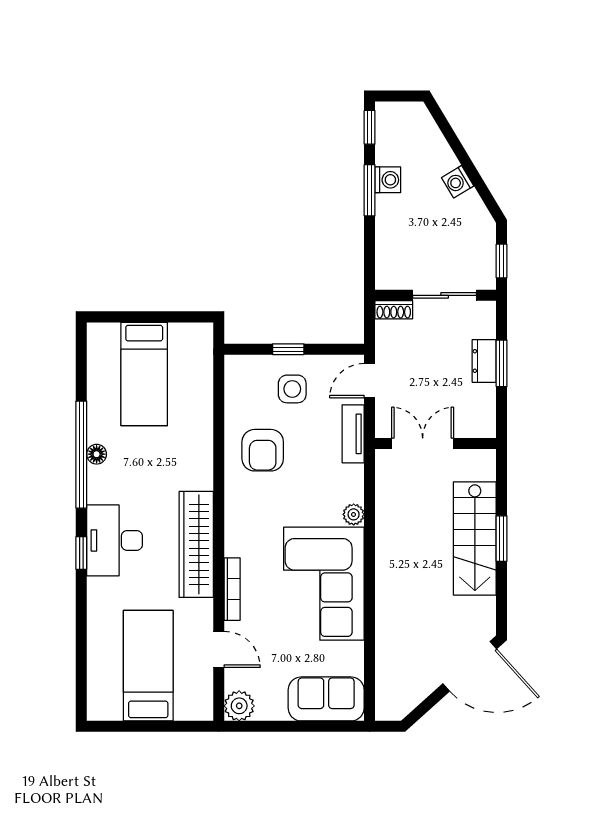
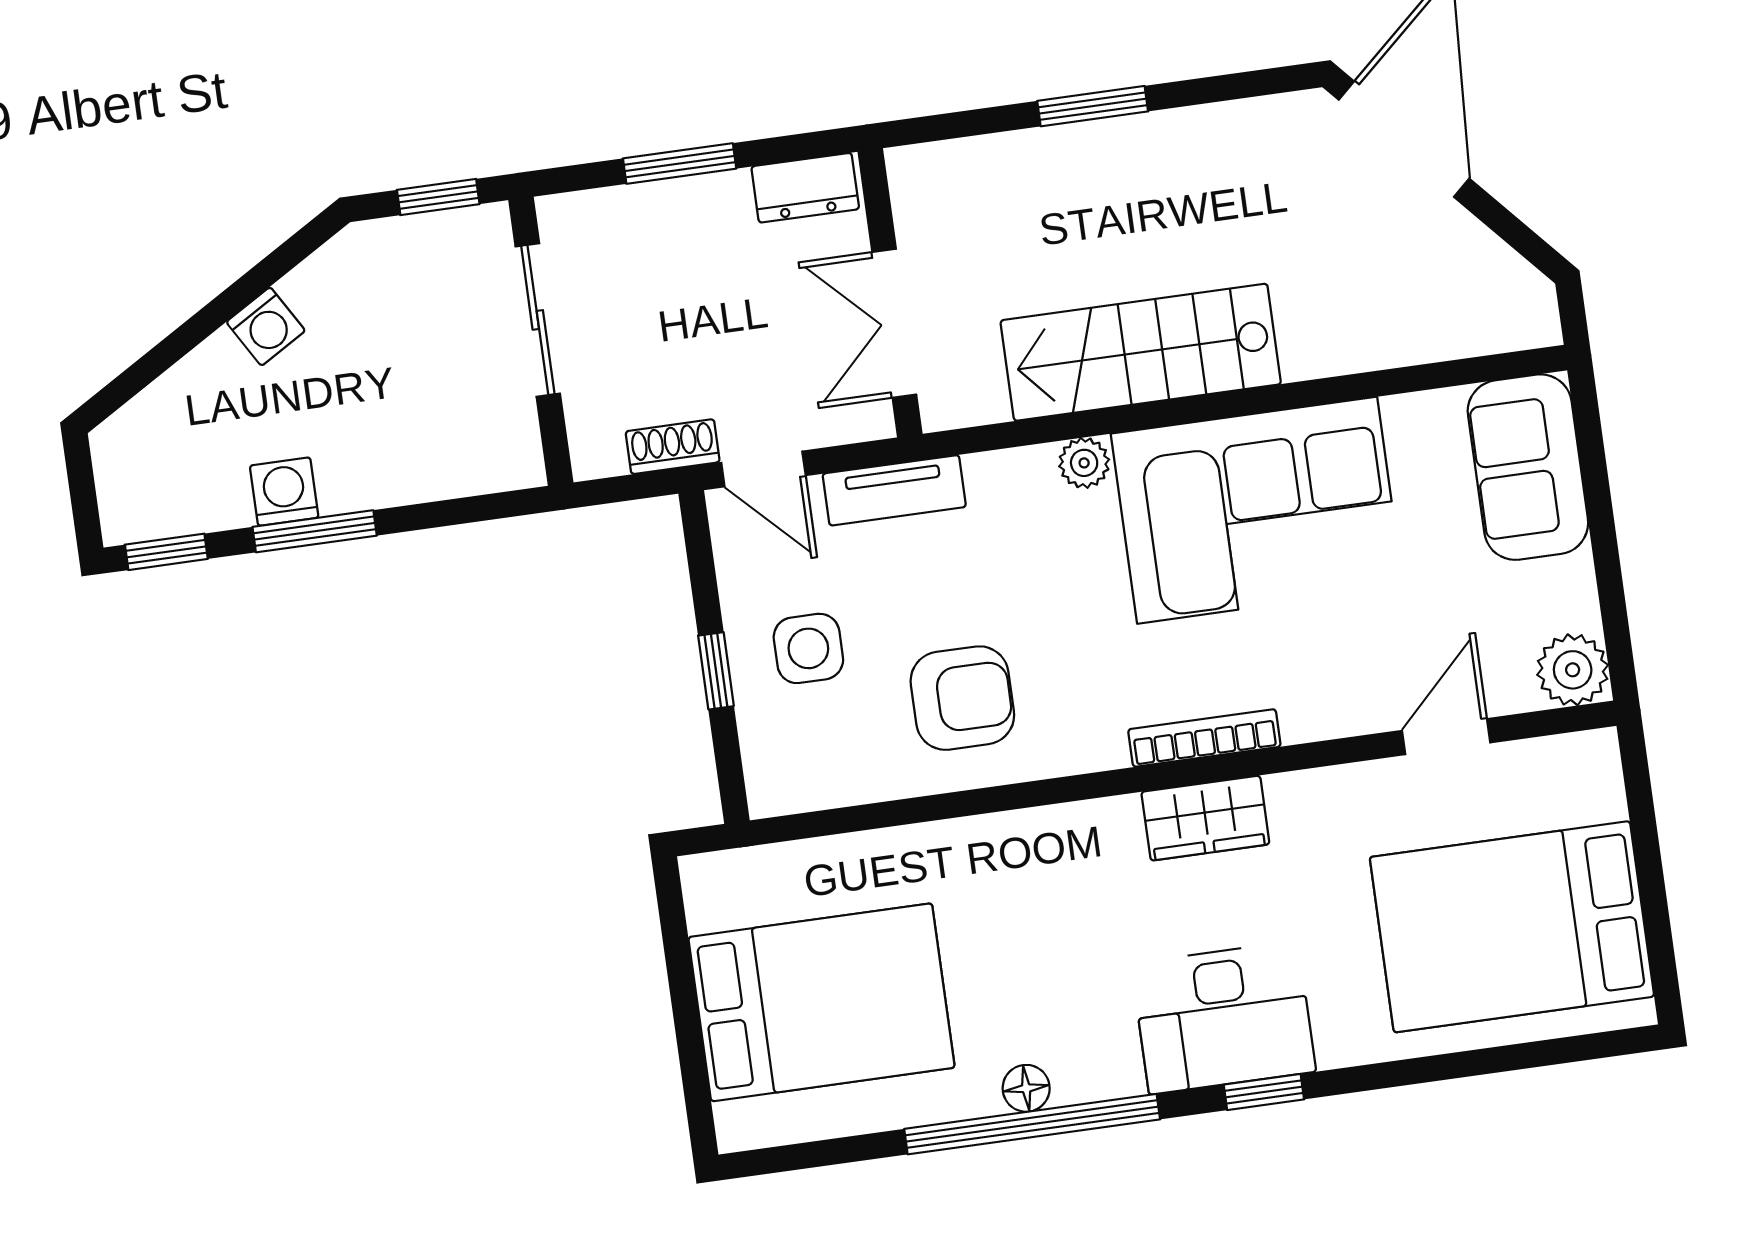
shoe rack: (394, 310) -> (673, 447), moved, turned -90
dresser: (484, 361) -> (805, 188), moved
bed: (144, 374) -> (821, 1002), width x1.50
stairs: (475, 538) -> (1141, 352), moved, turned 180
wardrobe: (196, 544) -> (1205, 818), width x0.48, depth x0.85
bookcase: (232, 589) -> (1204, 738), moved
bed: (148, 666) -> (1512, 927), width x1.50

